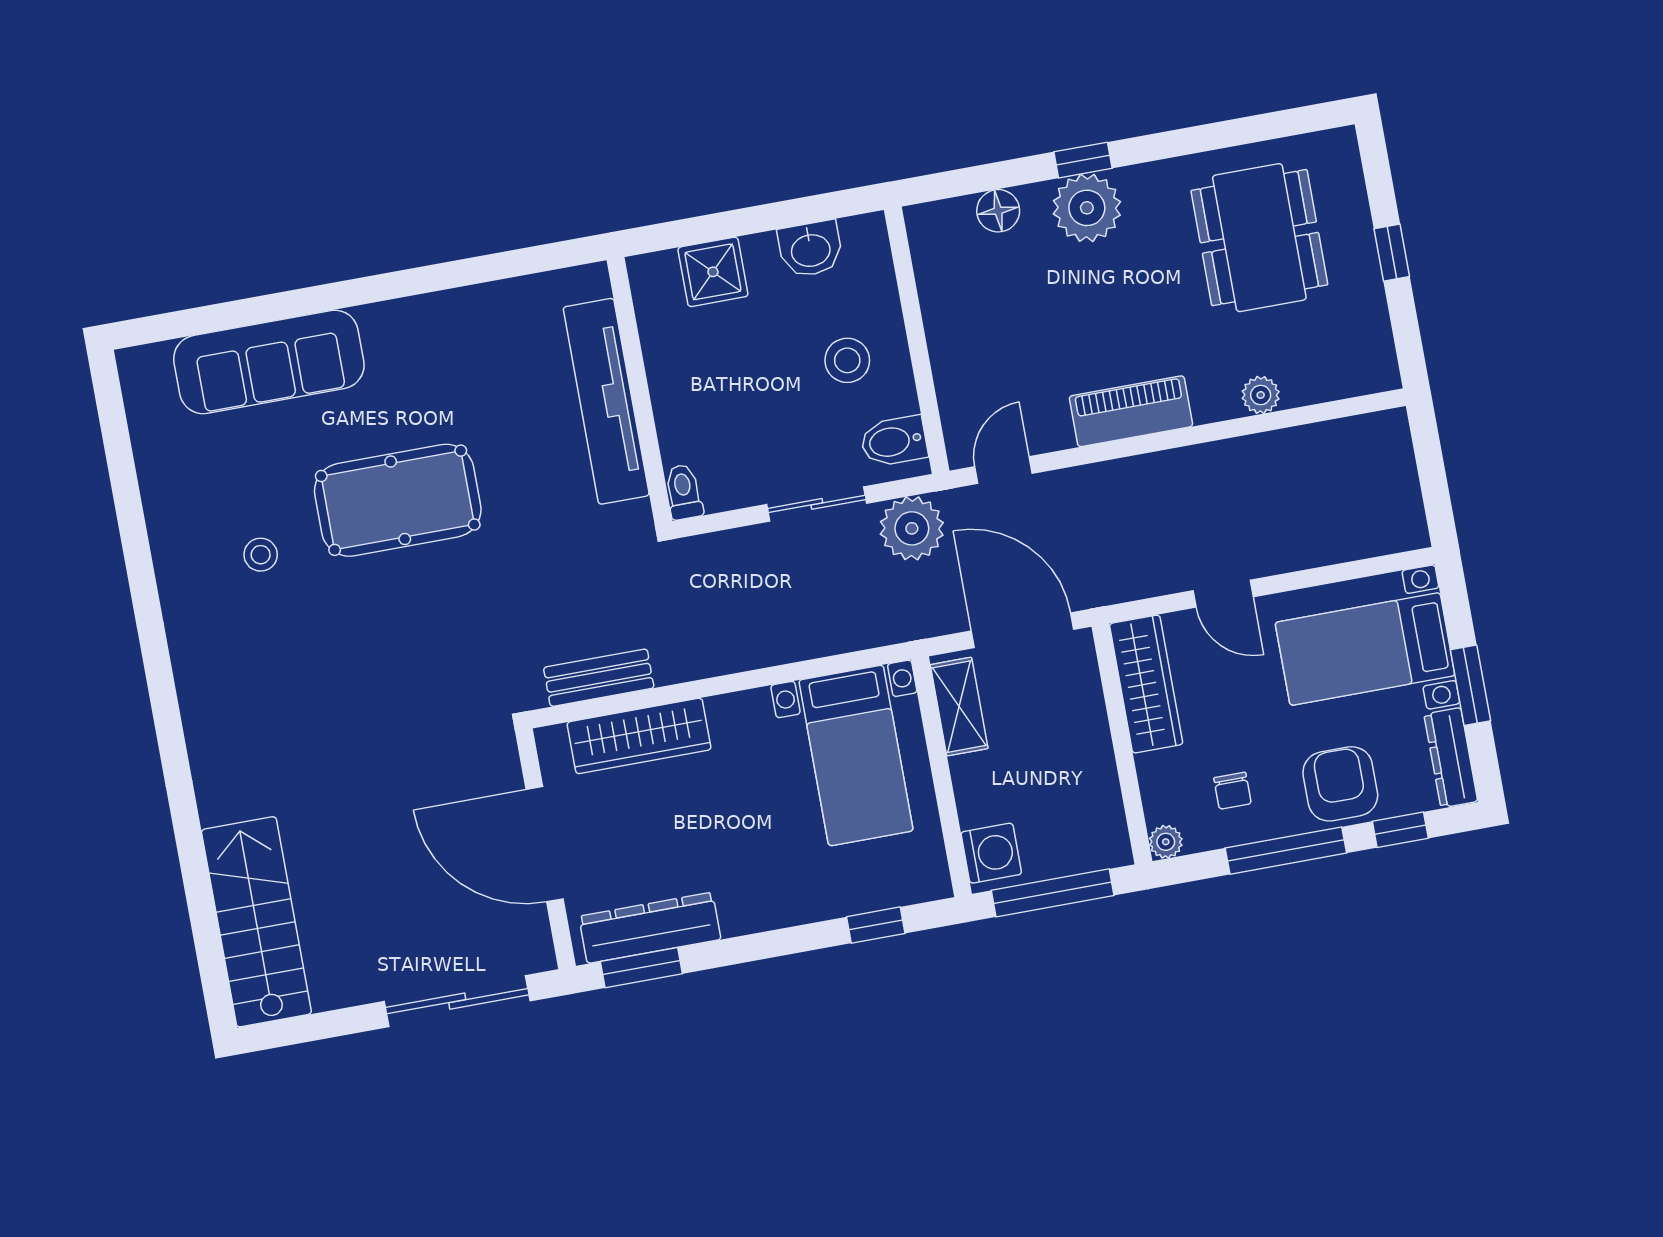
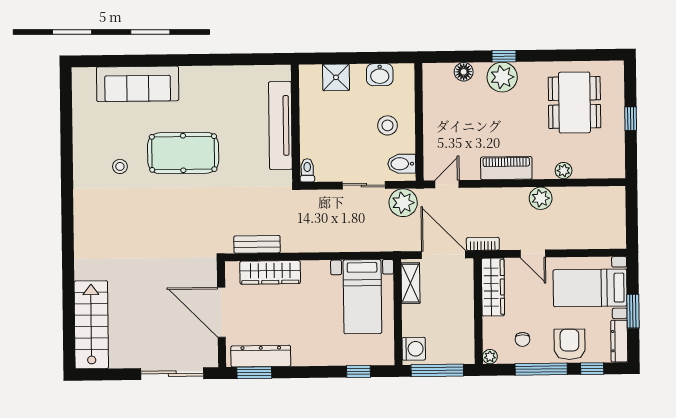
plant: (1220, 466) -> (541, 198), added
bookcase: (1107, 591) -> (483, 244), added

